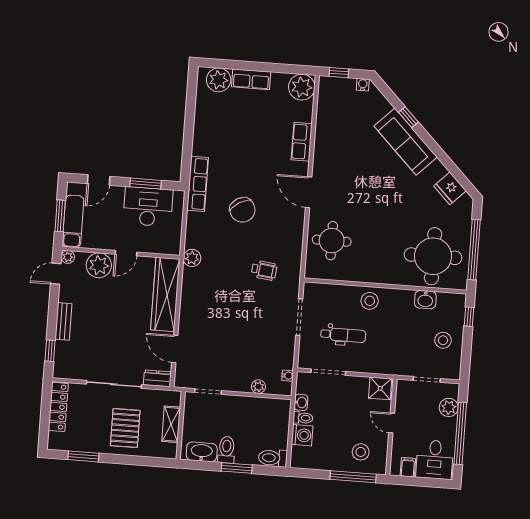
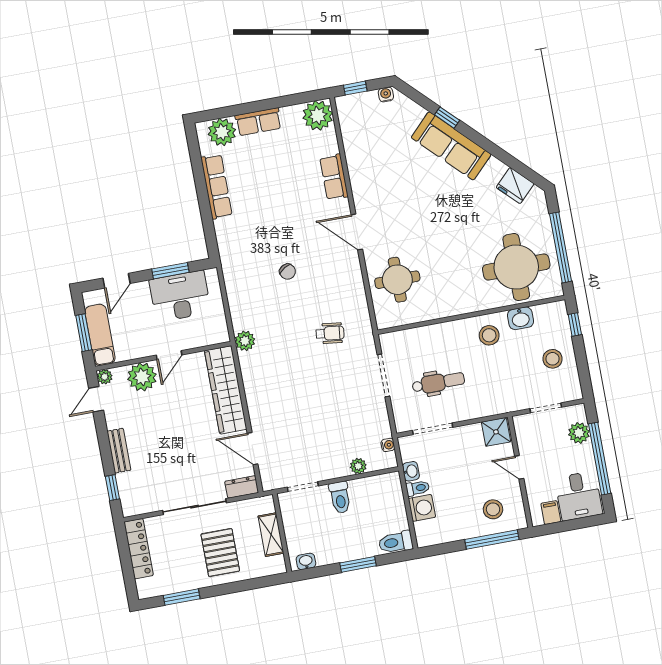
row of seats: (198, 184) -> (216, 187), moved
chair: (242, 210) -> (288, 272), width x0.54, depth x0.54
stool: (370, 301) -> (489, 335), moved
toilet: (226, 450) -> (340, 497), moved, turned 180
washbasin: (202, 452) -> (306, 561), width x0.52, depth x0.69

